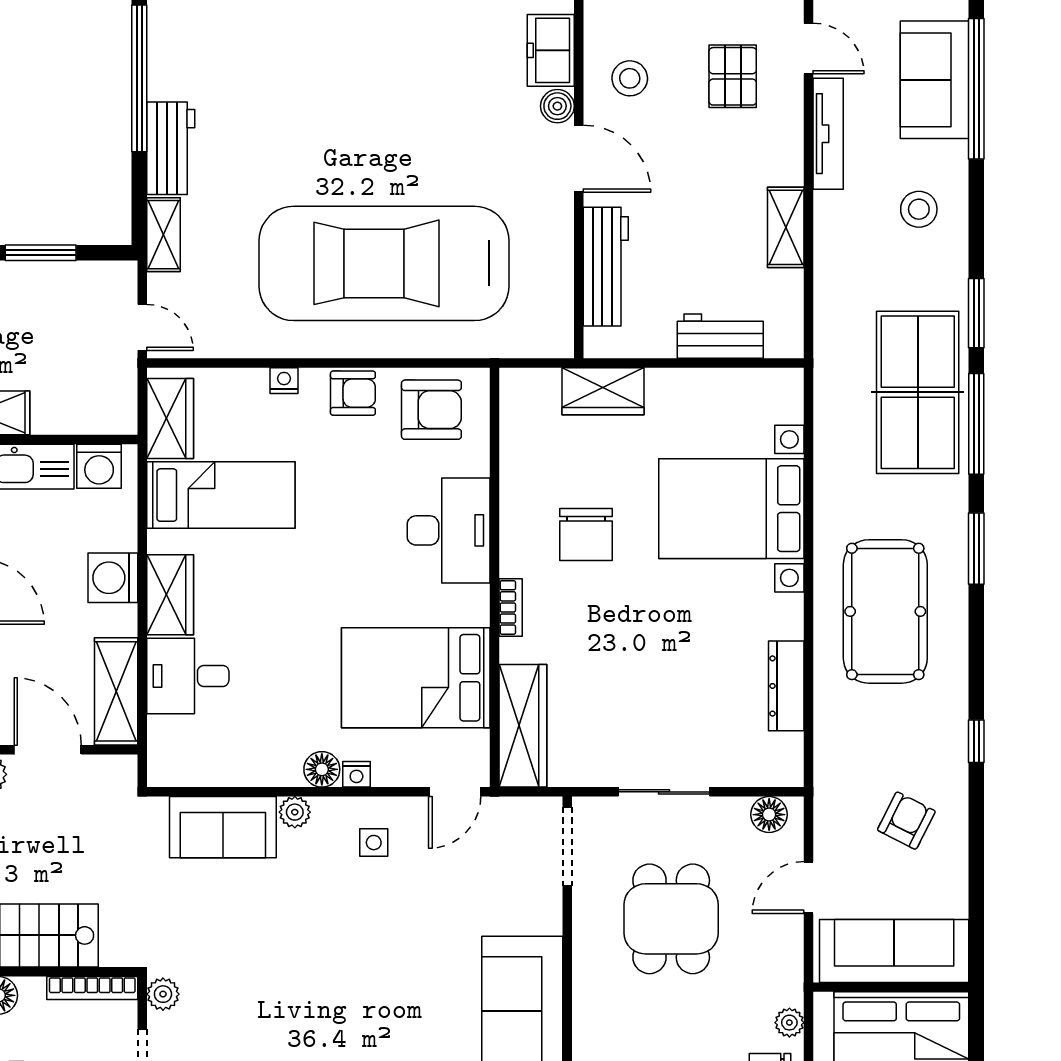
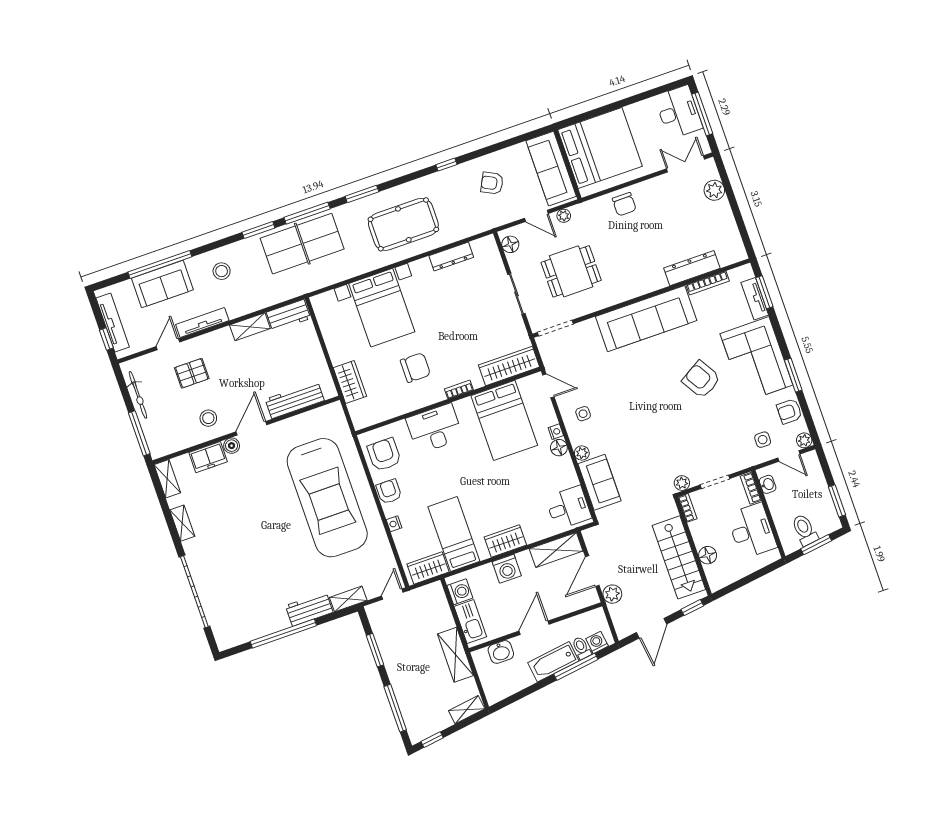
workbench: (720, 336) -> (288, 315), moved, turned -90
desk: (188, 676) -> (568, 508), moved, turned -90
bookcase: (92, 988) -> (688, 508), width x0.64
plant: (789, 1023) -> (564, 216), moved

